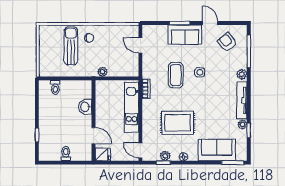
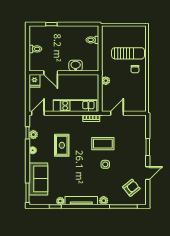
sofa: (185, 35) -> (138, 152), removed
door: (140, 45) -> (117, 113), moved
rug: (178, 123) -> (62, 145), width x0.73, depth x0.70
door: (93, 136) -> (51, 73), hinge flipped

